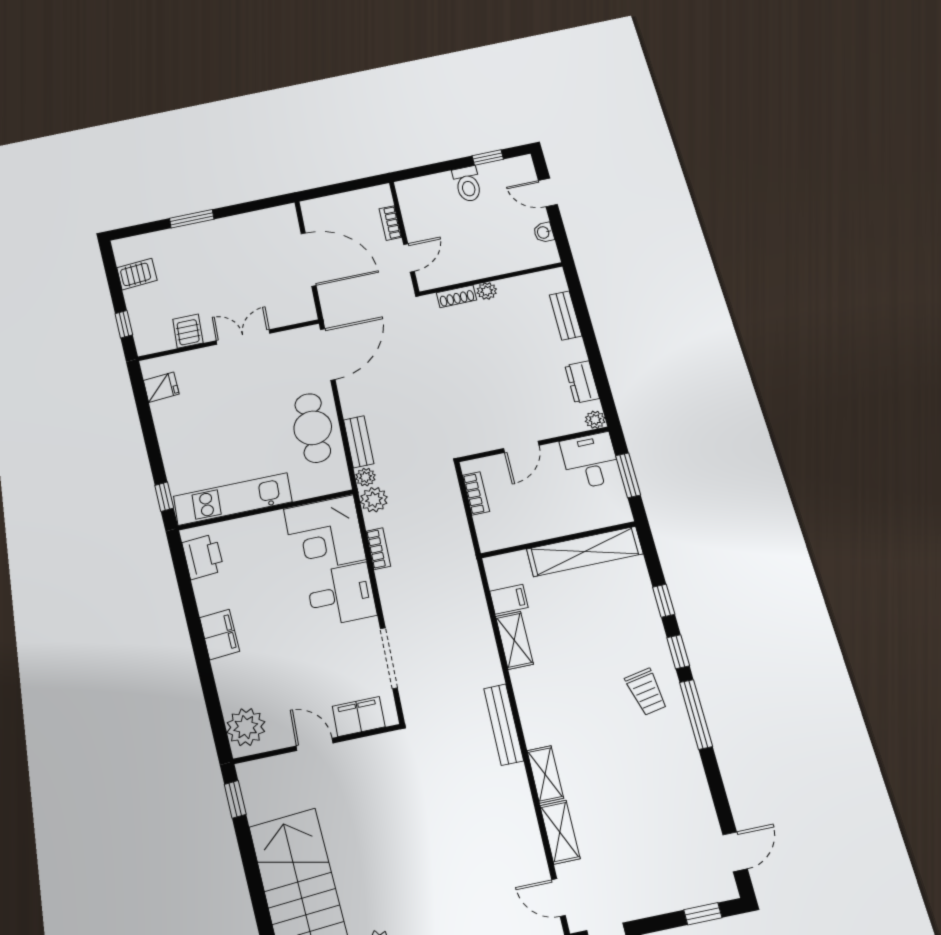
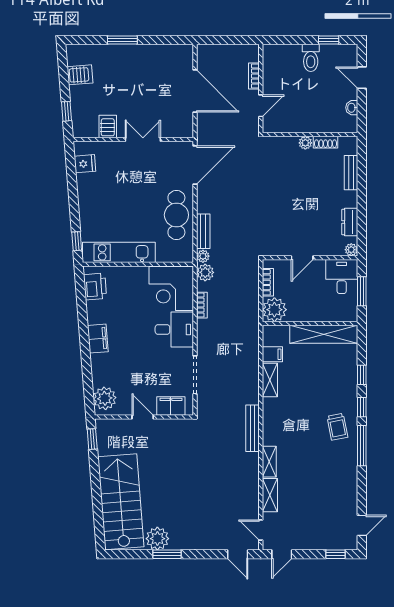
shoe rack: (456, 296) -> (325, 142), moved
plant: (496, 531) -> (274, 310), added

